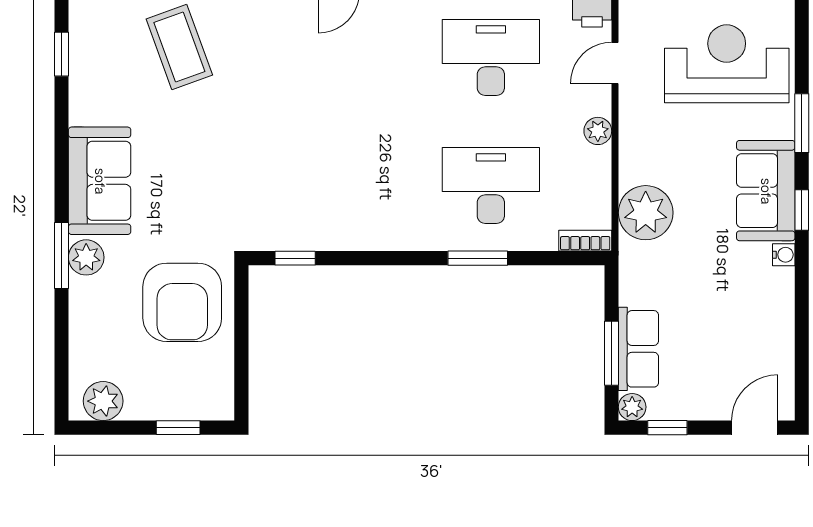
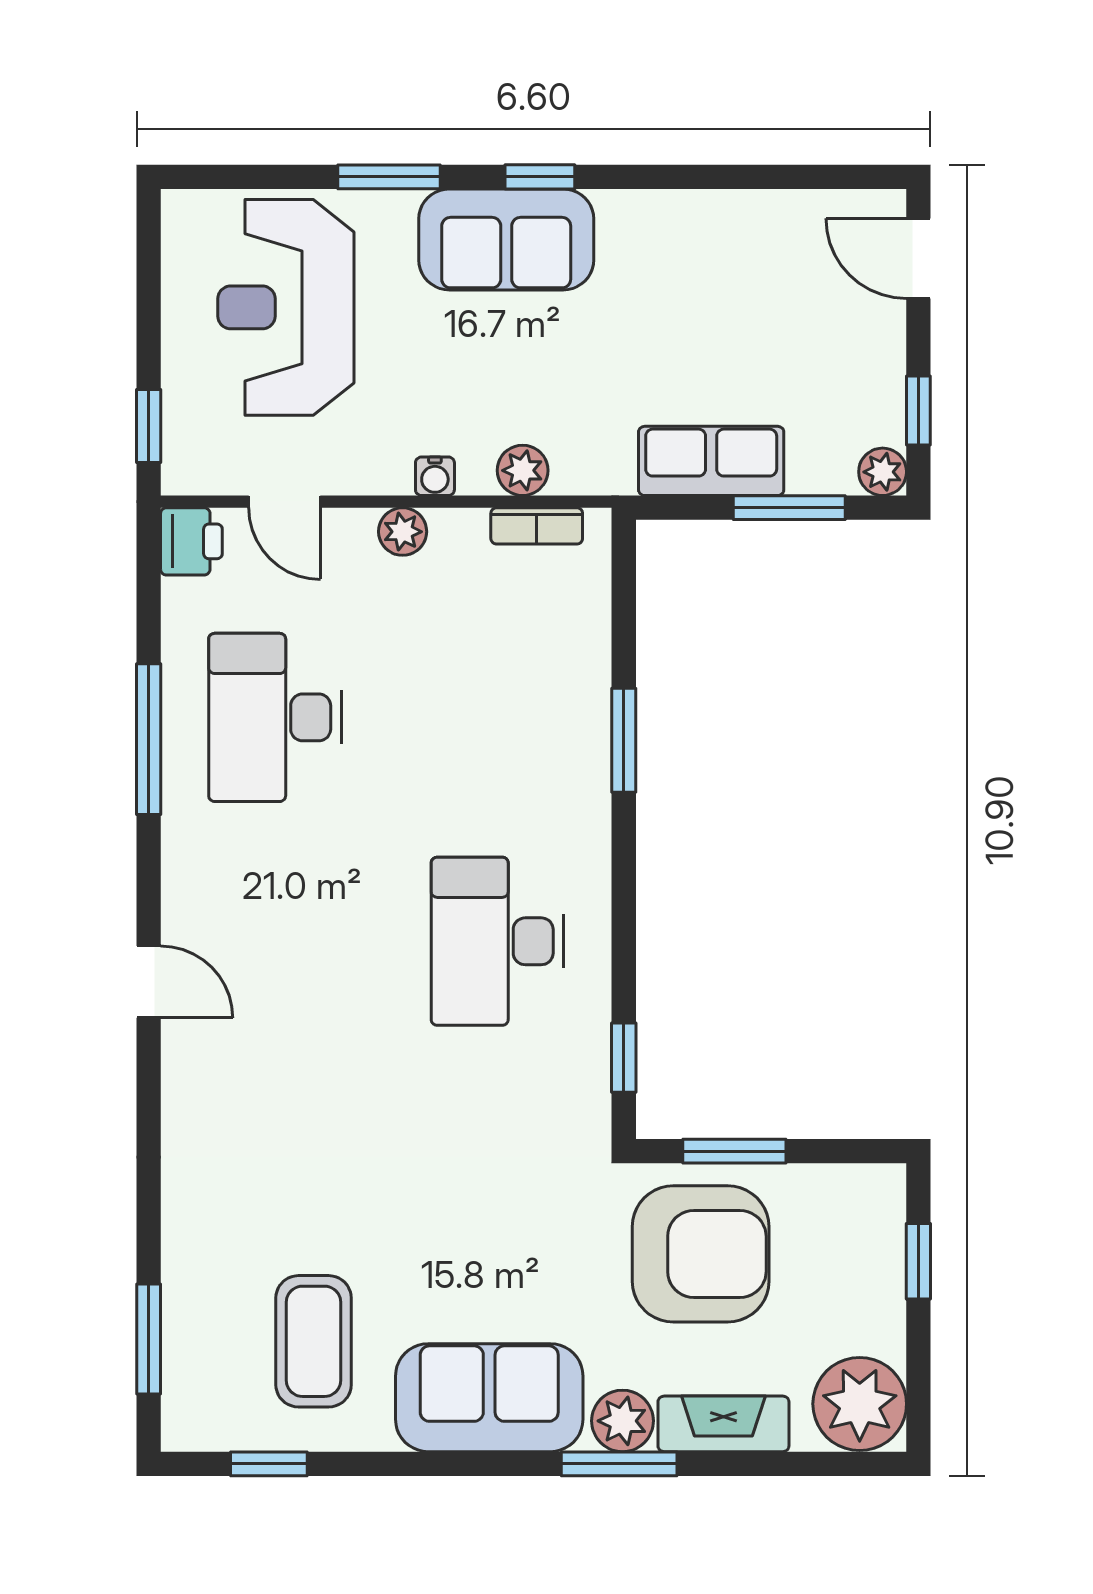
coffee table: (179, 47) -> (314, 1341), moved, turned -70
desk: (491, 186) -> (497, 941), moved
plant: (646, 213) -> (523, 470), width x0.53, depth x0.53
bookcase: (585, 241) -> (537, 526), moved, turned -90
water cooler: (784, 255) -> (435, 476), moved, turned 180
fireplace: (84, 316) -> (723, 1424), added
window: (241, 322) -> (734, 1151), added
row of seats: (638, 349) -> (711, 461), moved
plant: (103, 401) -> (860, 1404), width x1.36, depth x1.36

